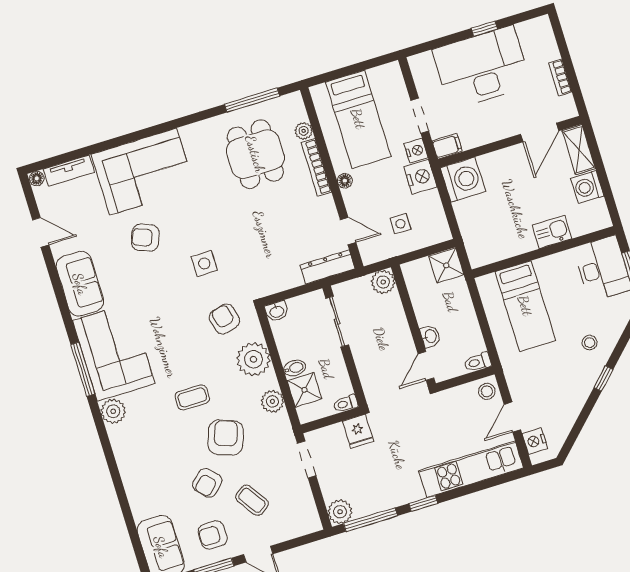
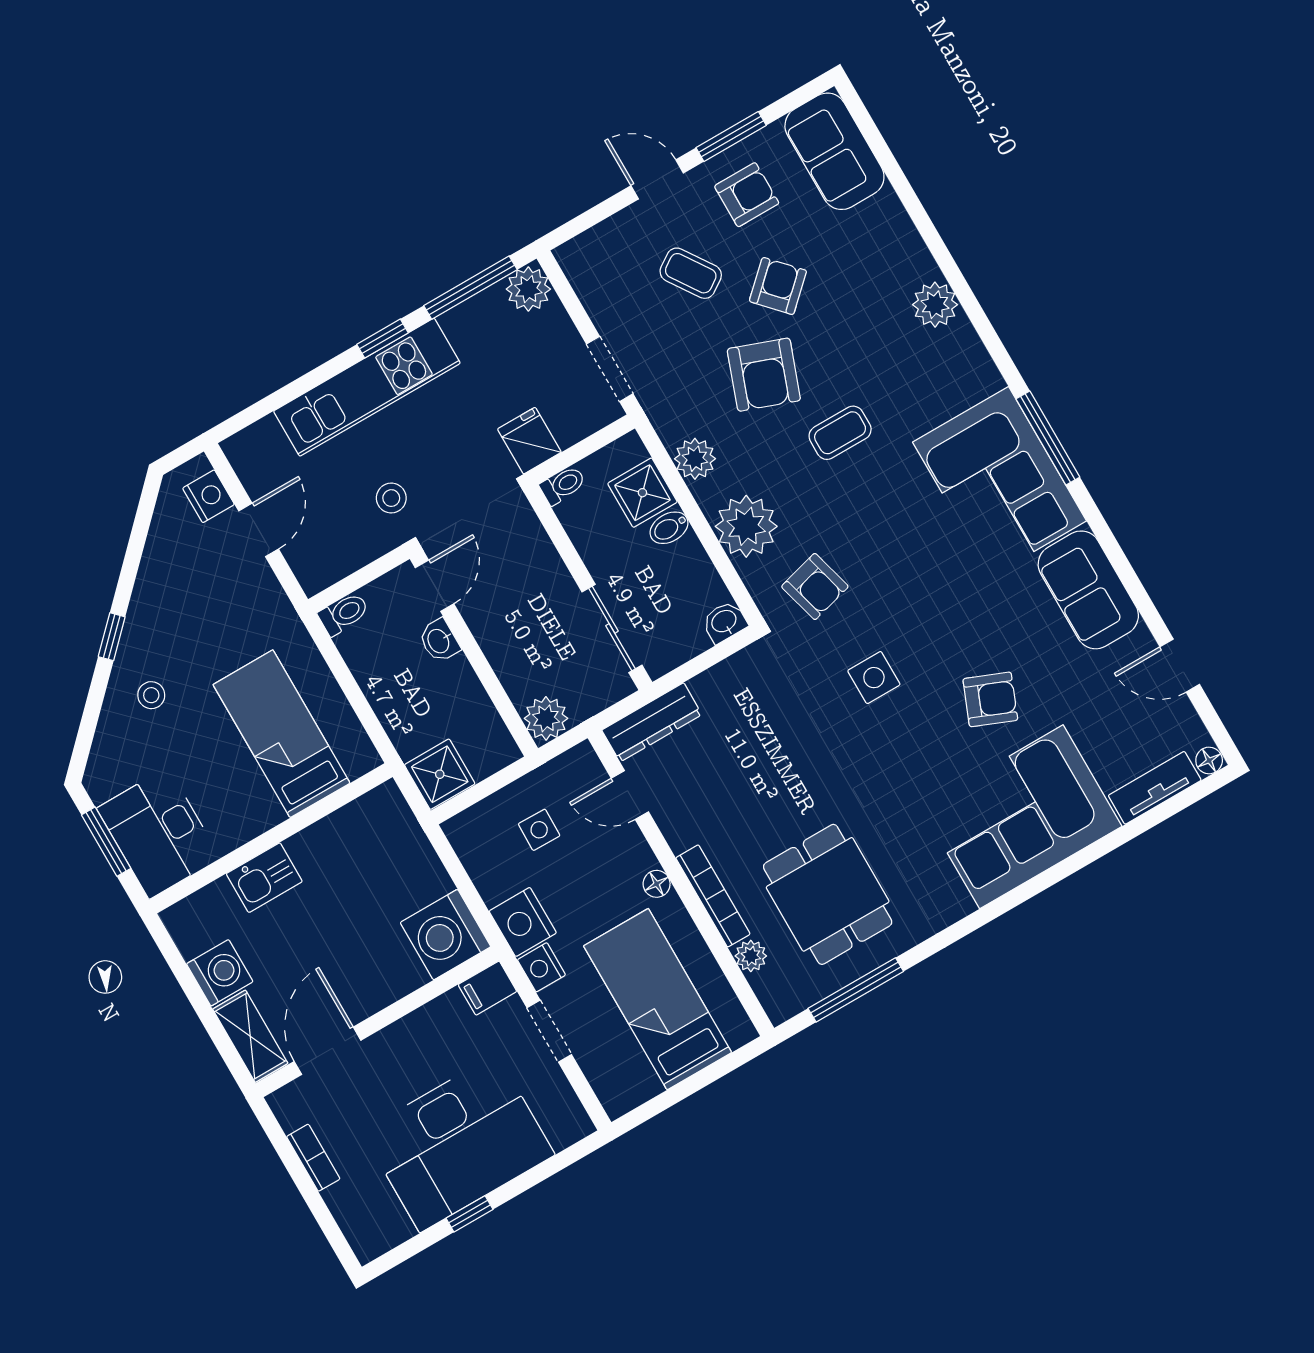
stool: (487, 391) -> (391, 498), moved
plant: (113, 411) -> (935, 305), moved
kitchen unit: (471, 469) -> (367, 387), moved

